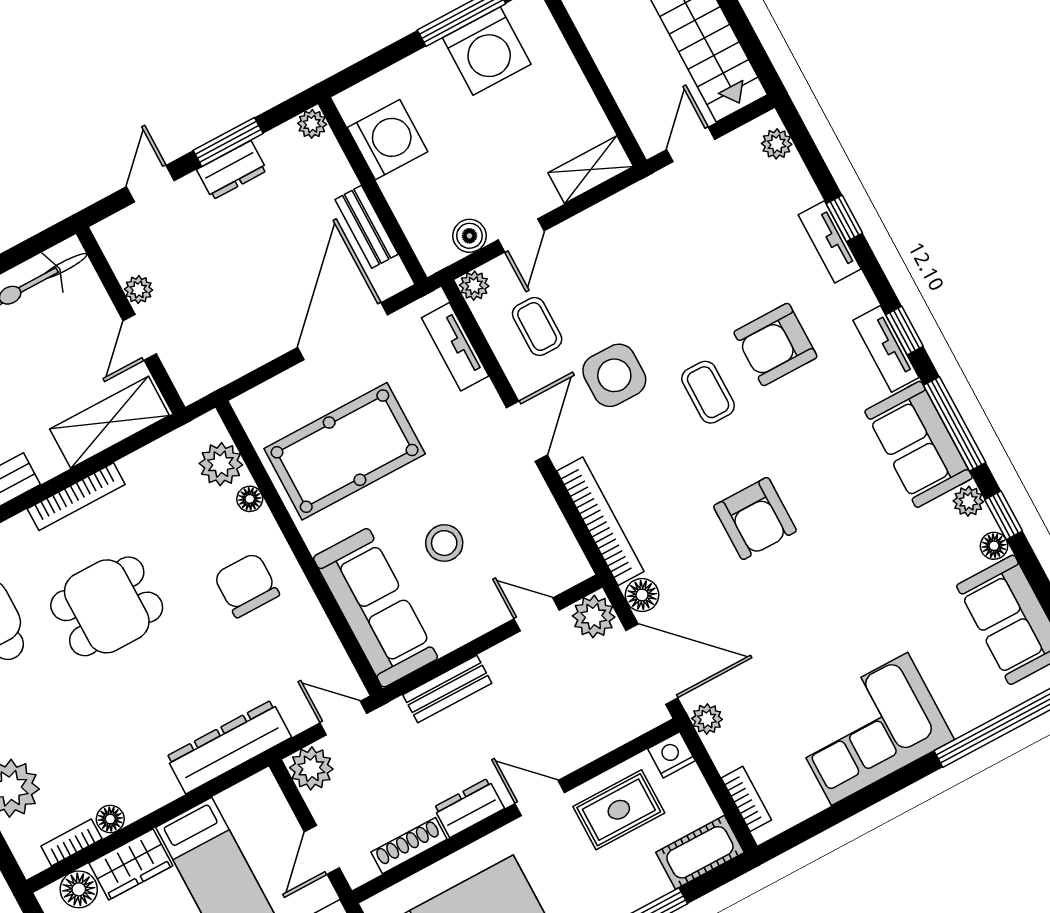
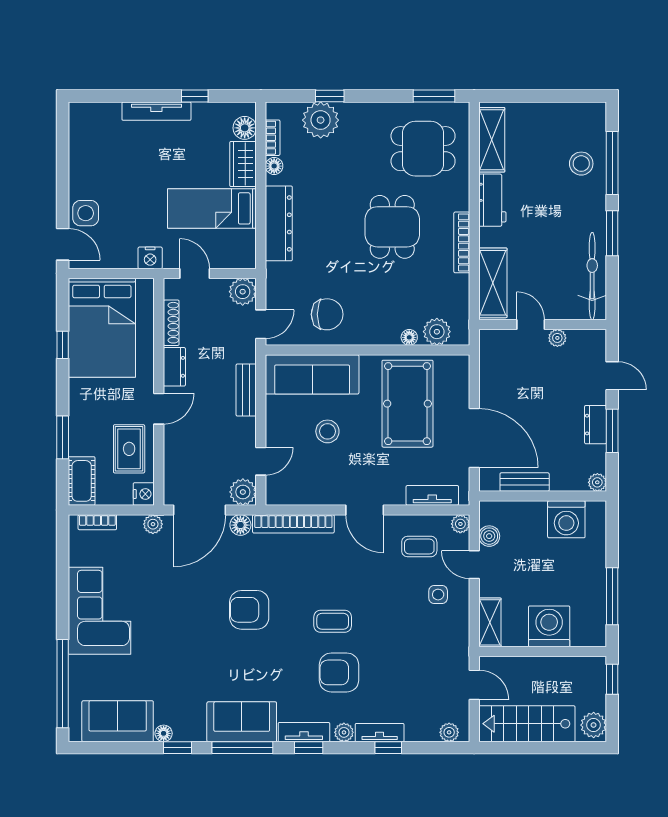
washing machine: (487, 51) -> (549, 626), moved, turned 90
armchair: (775, 345) -> (339, 672), turned -90
side table: (614, 375) -> (438, 595), moved, width x0.54, depth x0.54
plant: (968, 501) -> (344, 732), moved
chair: (247, 585) -> (327, 314), moved
dresser: (229, 747) -> (279, 223), moved

